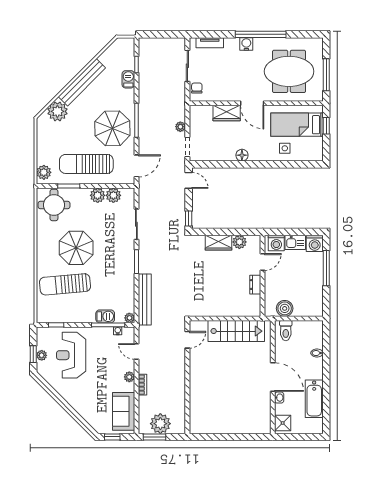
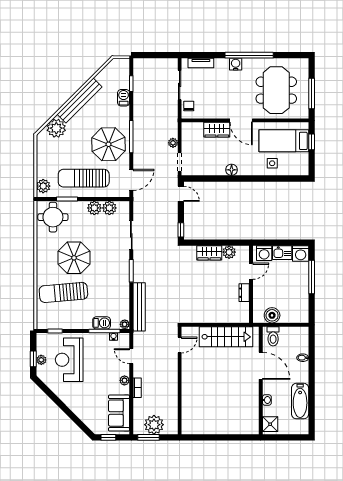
meeting table: (289, 71) -> (276, 90), turned 90
door: (273, 377) -> (261, 366), moved

